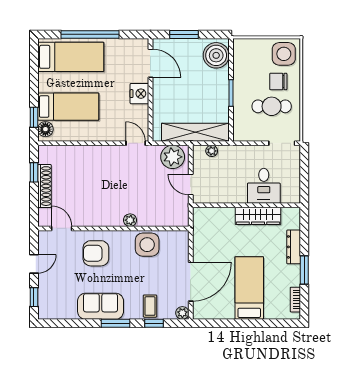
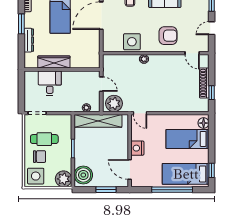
plant: (244, 50) -> (64, 179), added
window: (34, 117) -> (212, 170), moved

